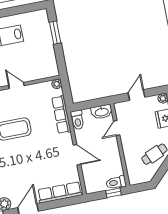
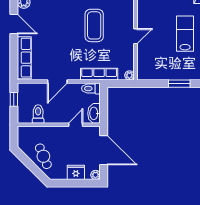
door: (137, 95) -> (104, 150), width x1.87
door: (117, 128) -> (76, 125), hinge flipped
toilet: (116, 183) -> (38, 114), moved
window: (113, 193) -> (14, 99), moved

